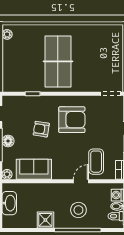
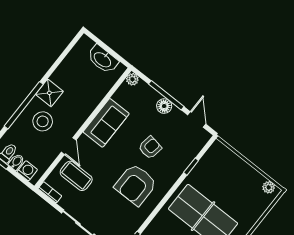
sofa: (34, 169) -> (106, 123), moved
shower: (45, 220) -> (49, 93), moved

